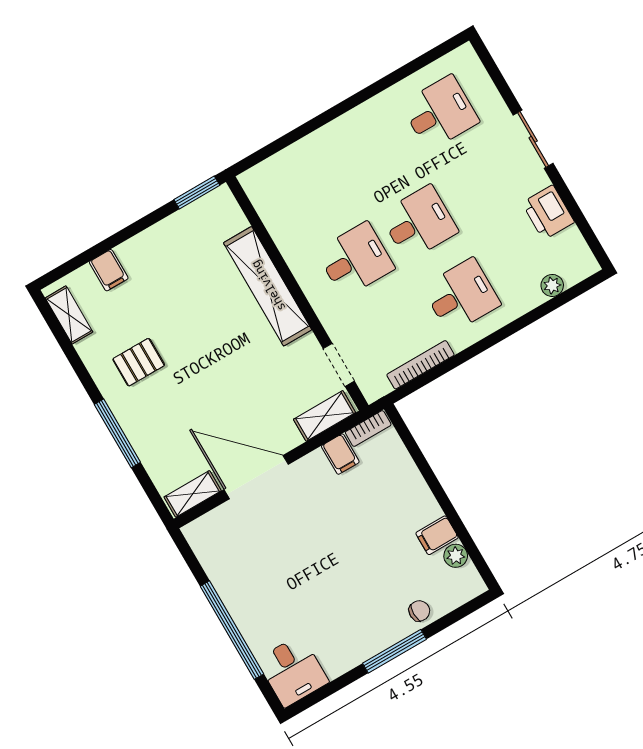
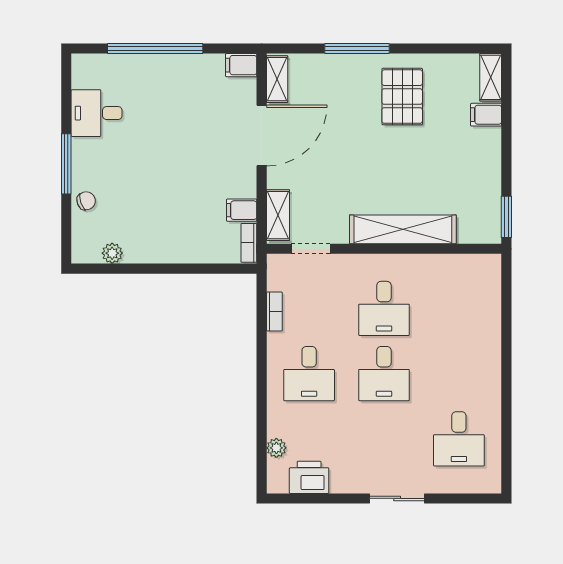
printer: (548, 212) -> (309, 477), moved
shelving: (69, 315) -> (491, 77), moved, turned 90
pallet: (139, 362) -> (402, 97), width x1.50, depth x1.42
bookcase: (420, 365) -> (274, 311), width x0.64
filing cabinet: (437, 535) -> (241, 65), moved, turned -90
chair: (419, 611) -> (86, 201), turned -109
desk: (293, 671) -> (97, 113), moved

